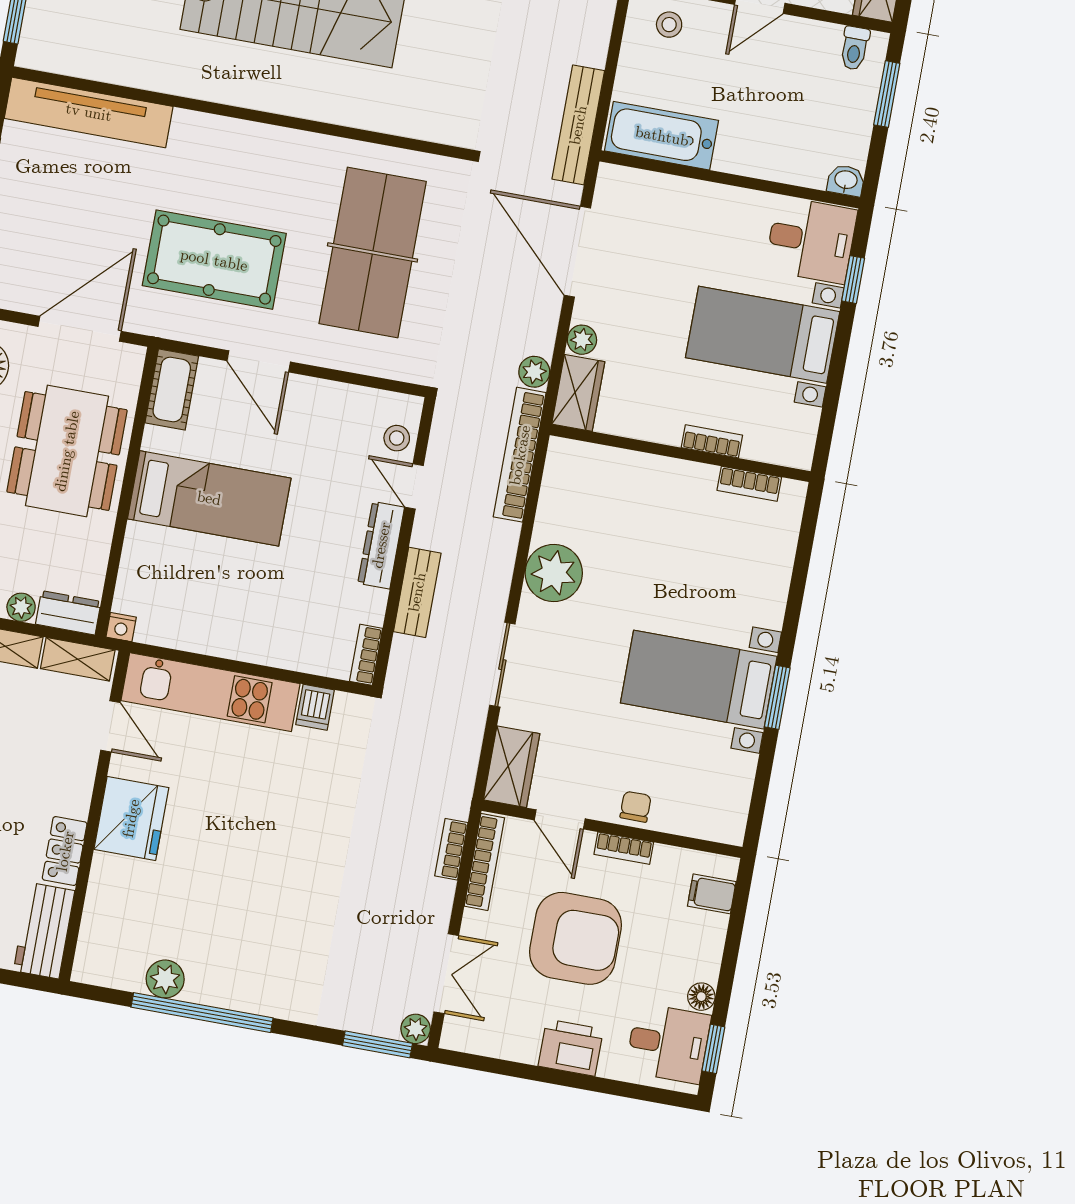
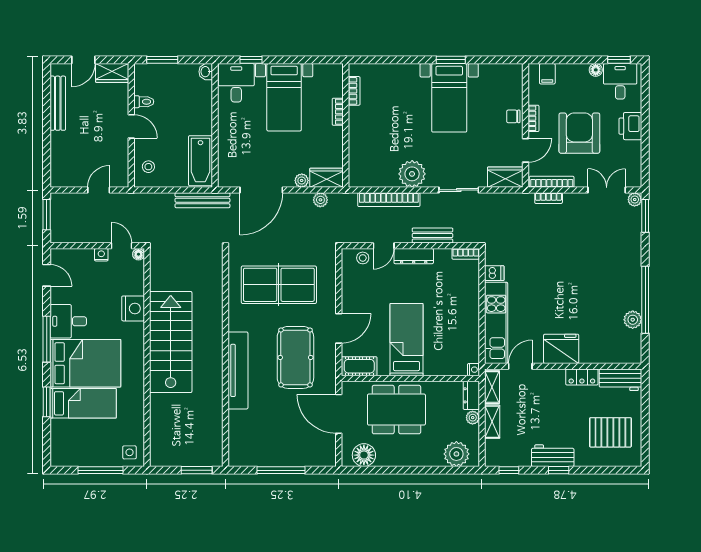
toilet: (855, 48) -> (144, 102), moved
tv unit: (89, 112) -> (238, 370), moved
bookcase: (520, 455) -> (389, 200), moved

